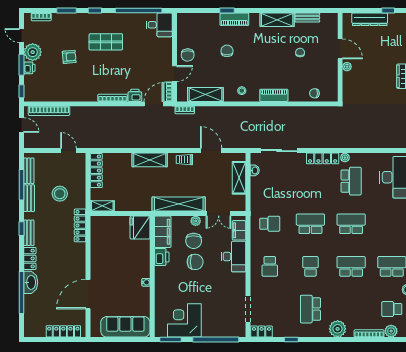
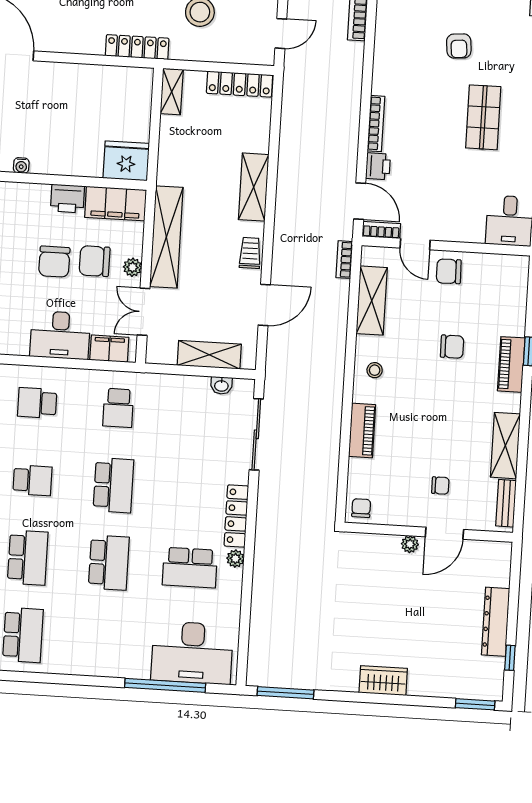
door: (340, 49) -> (444, 533), moved
wall: (340, 57) -> (429, 532), moved
plant: (347, 67) -> (410, 544), moved

